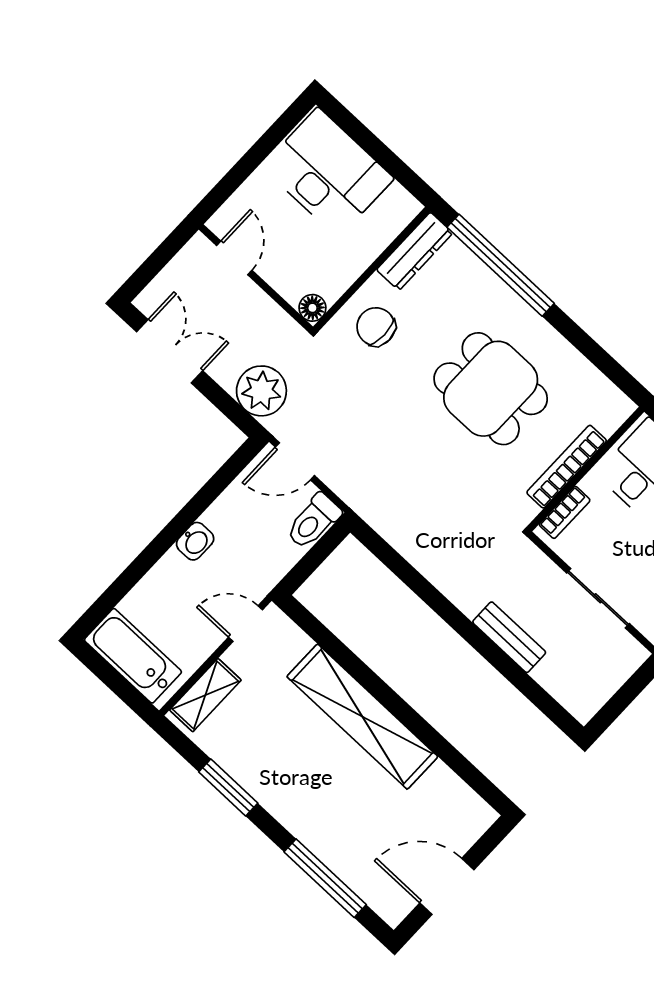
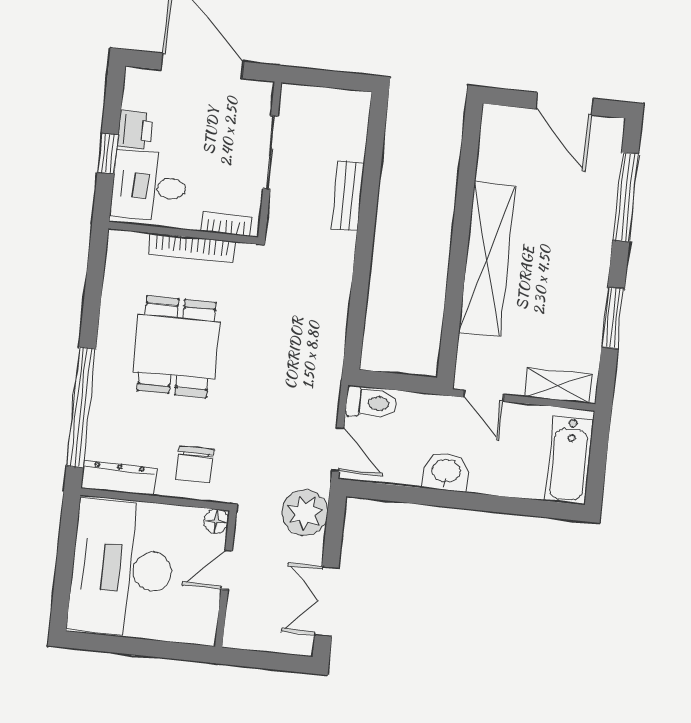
desk: (328, 173) -> (122, 568), width x1.36, depth x1.30
door: (234, 258) -> (227, 570), moved
washbasin: (195, 541) -> (446, 472), width x1.38, depth x1.45

